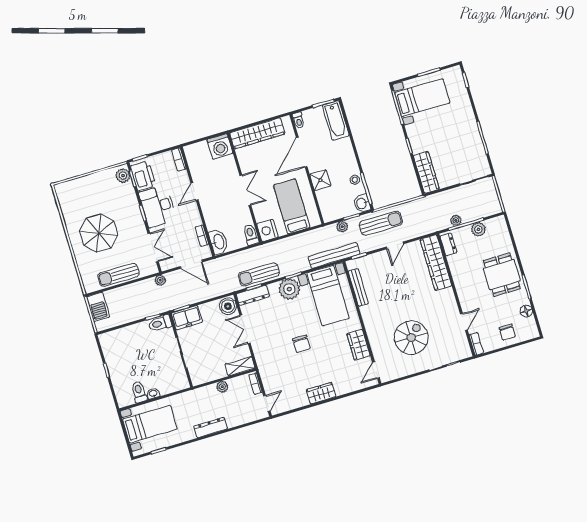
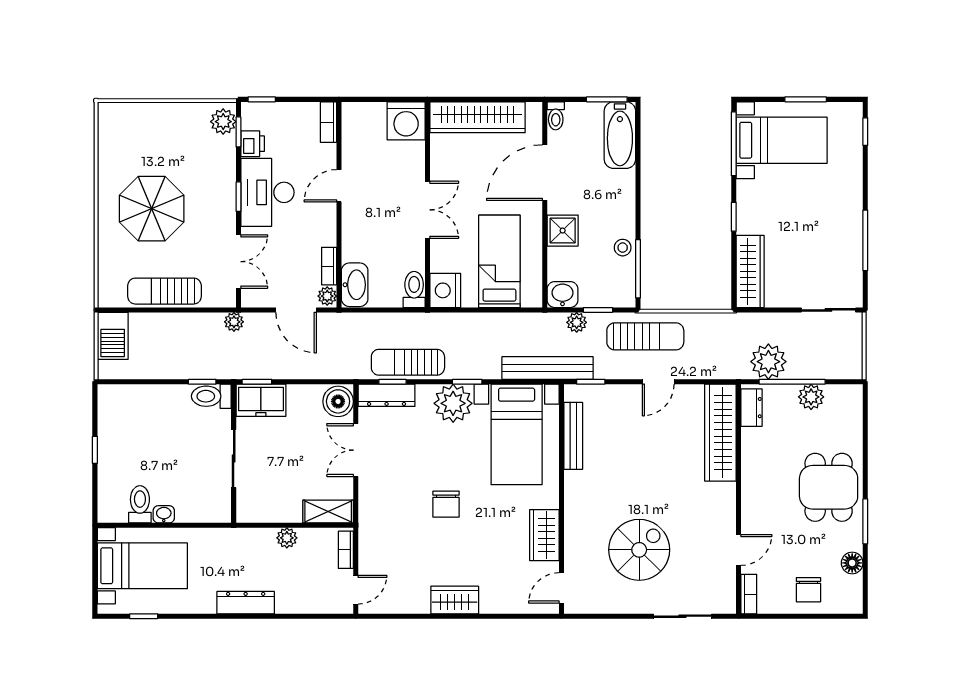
printer: (143, 176) -> (253, 144), width x0.53, depth x0.68
washbasin: (362, 203) -> (562, 295), moved, turned 90
plant: (456, 220) -> (768, 362), width x1.88, depth x1.88
plant: (206, 252) -> (327, 296), added

